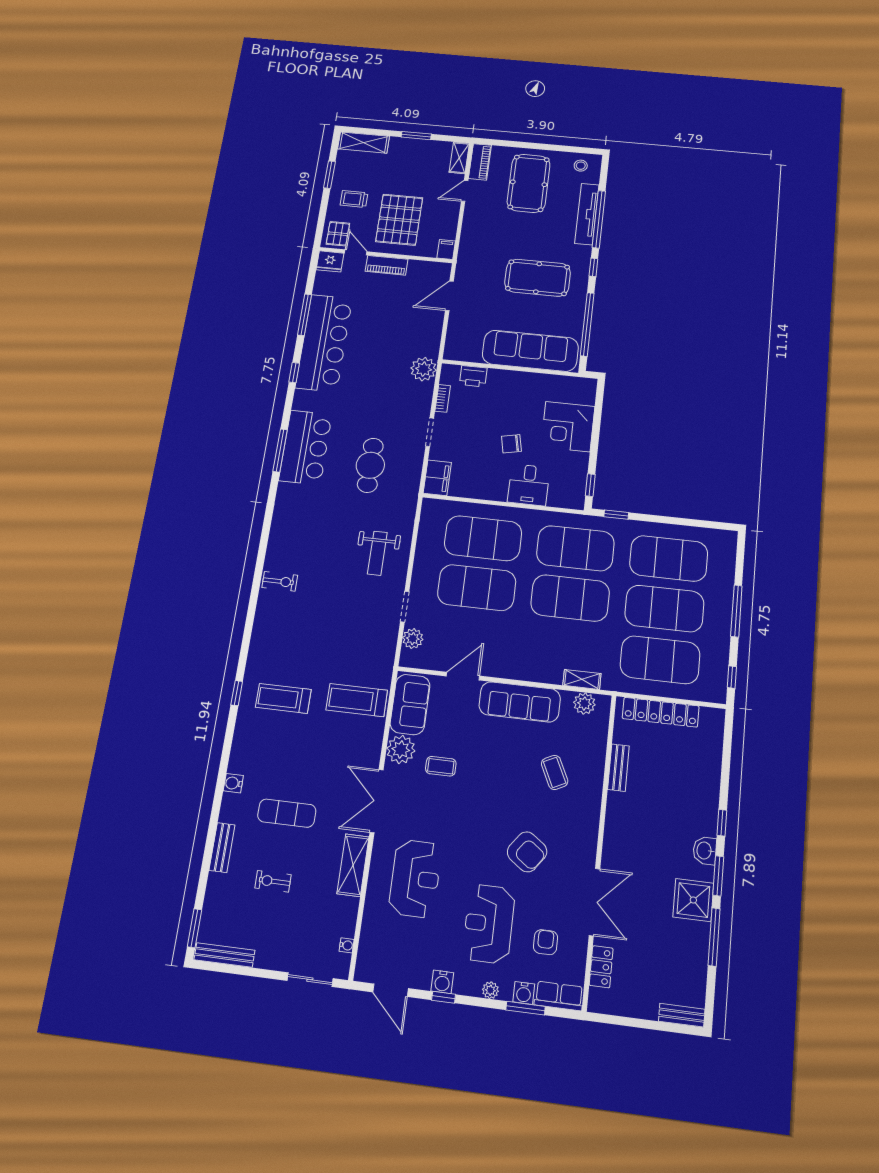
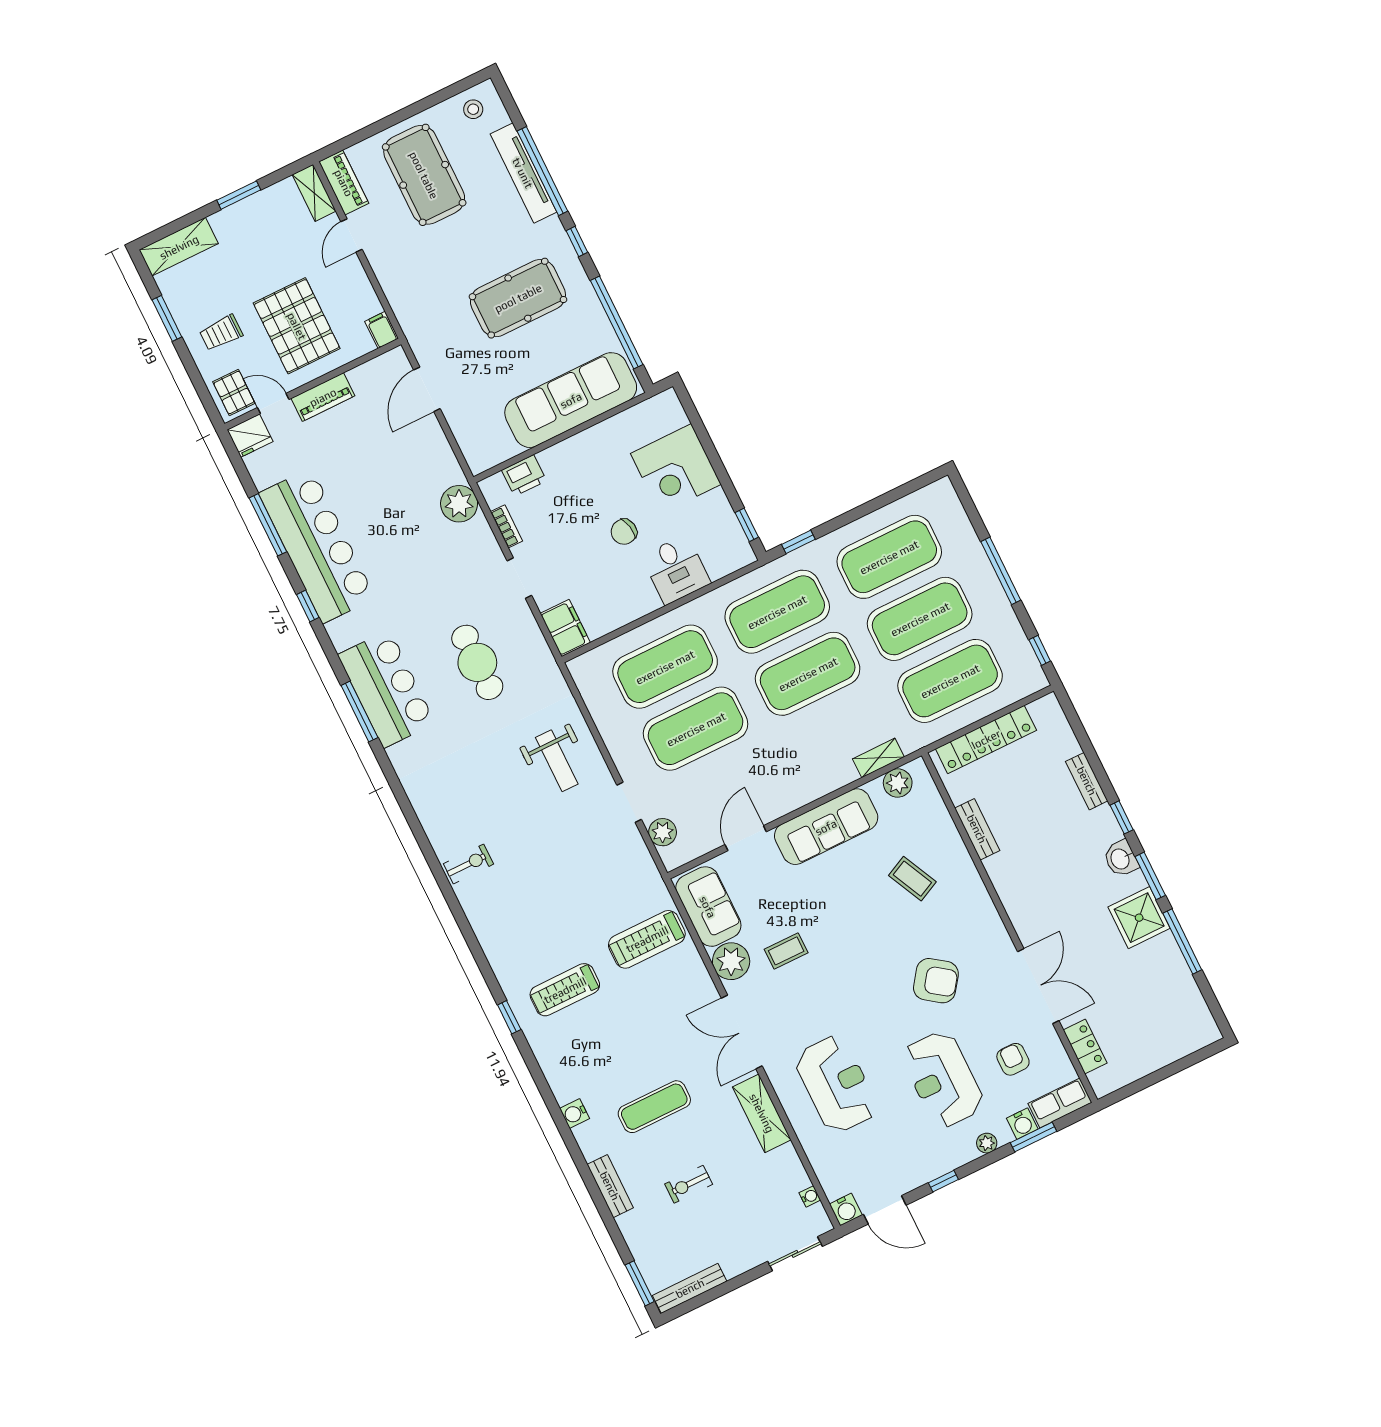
water cooler: (442, 982) -> (846, 1210), moved
bench: (682, 1015) -> (1087, 781), moved, turned 90

